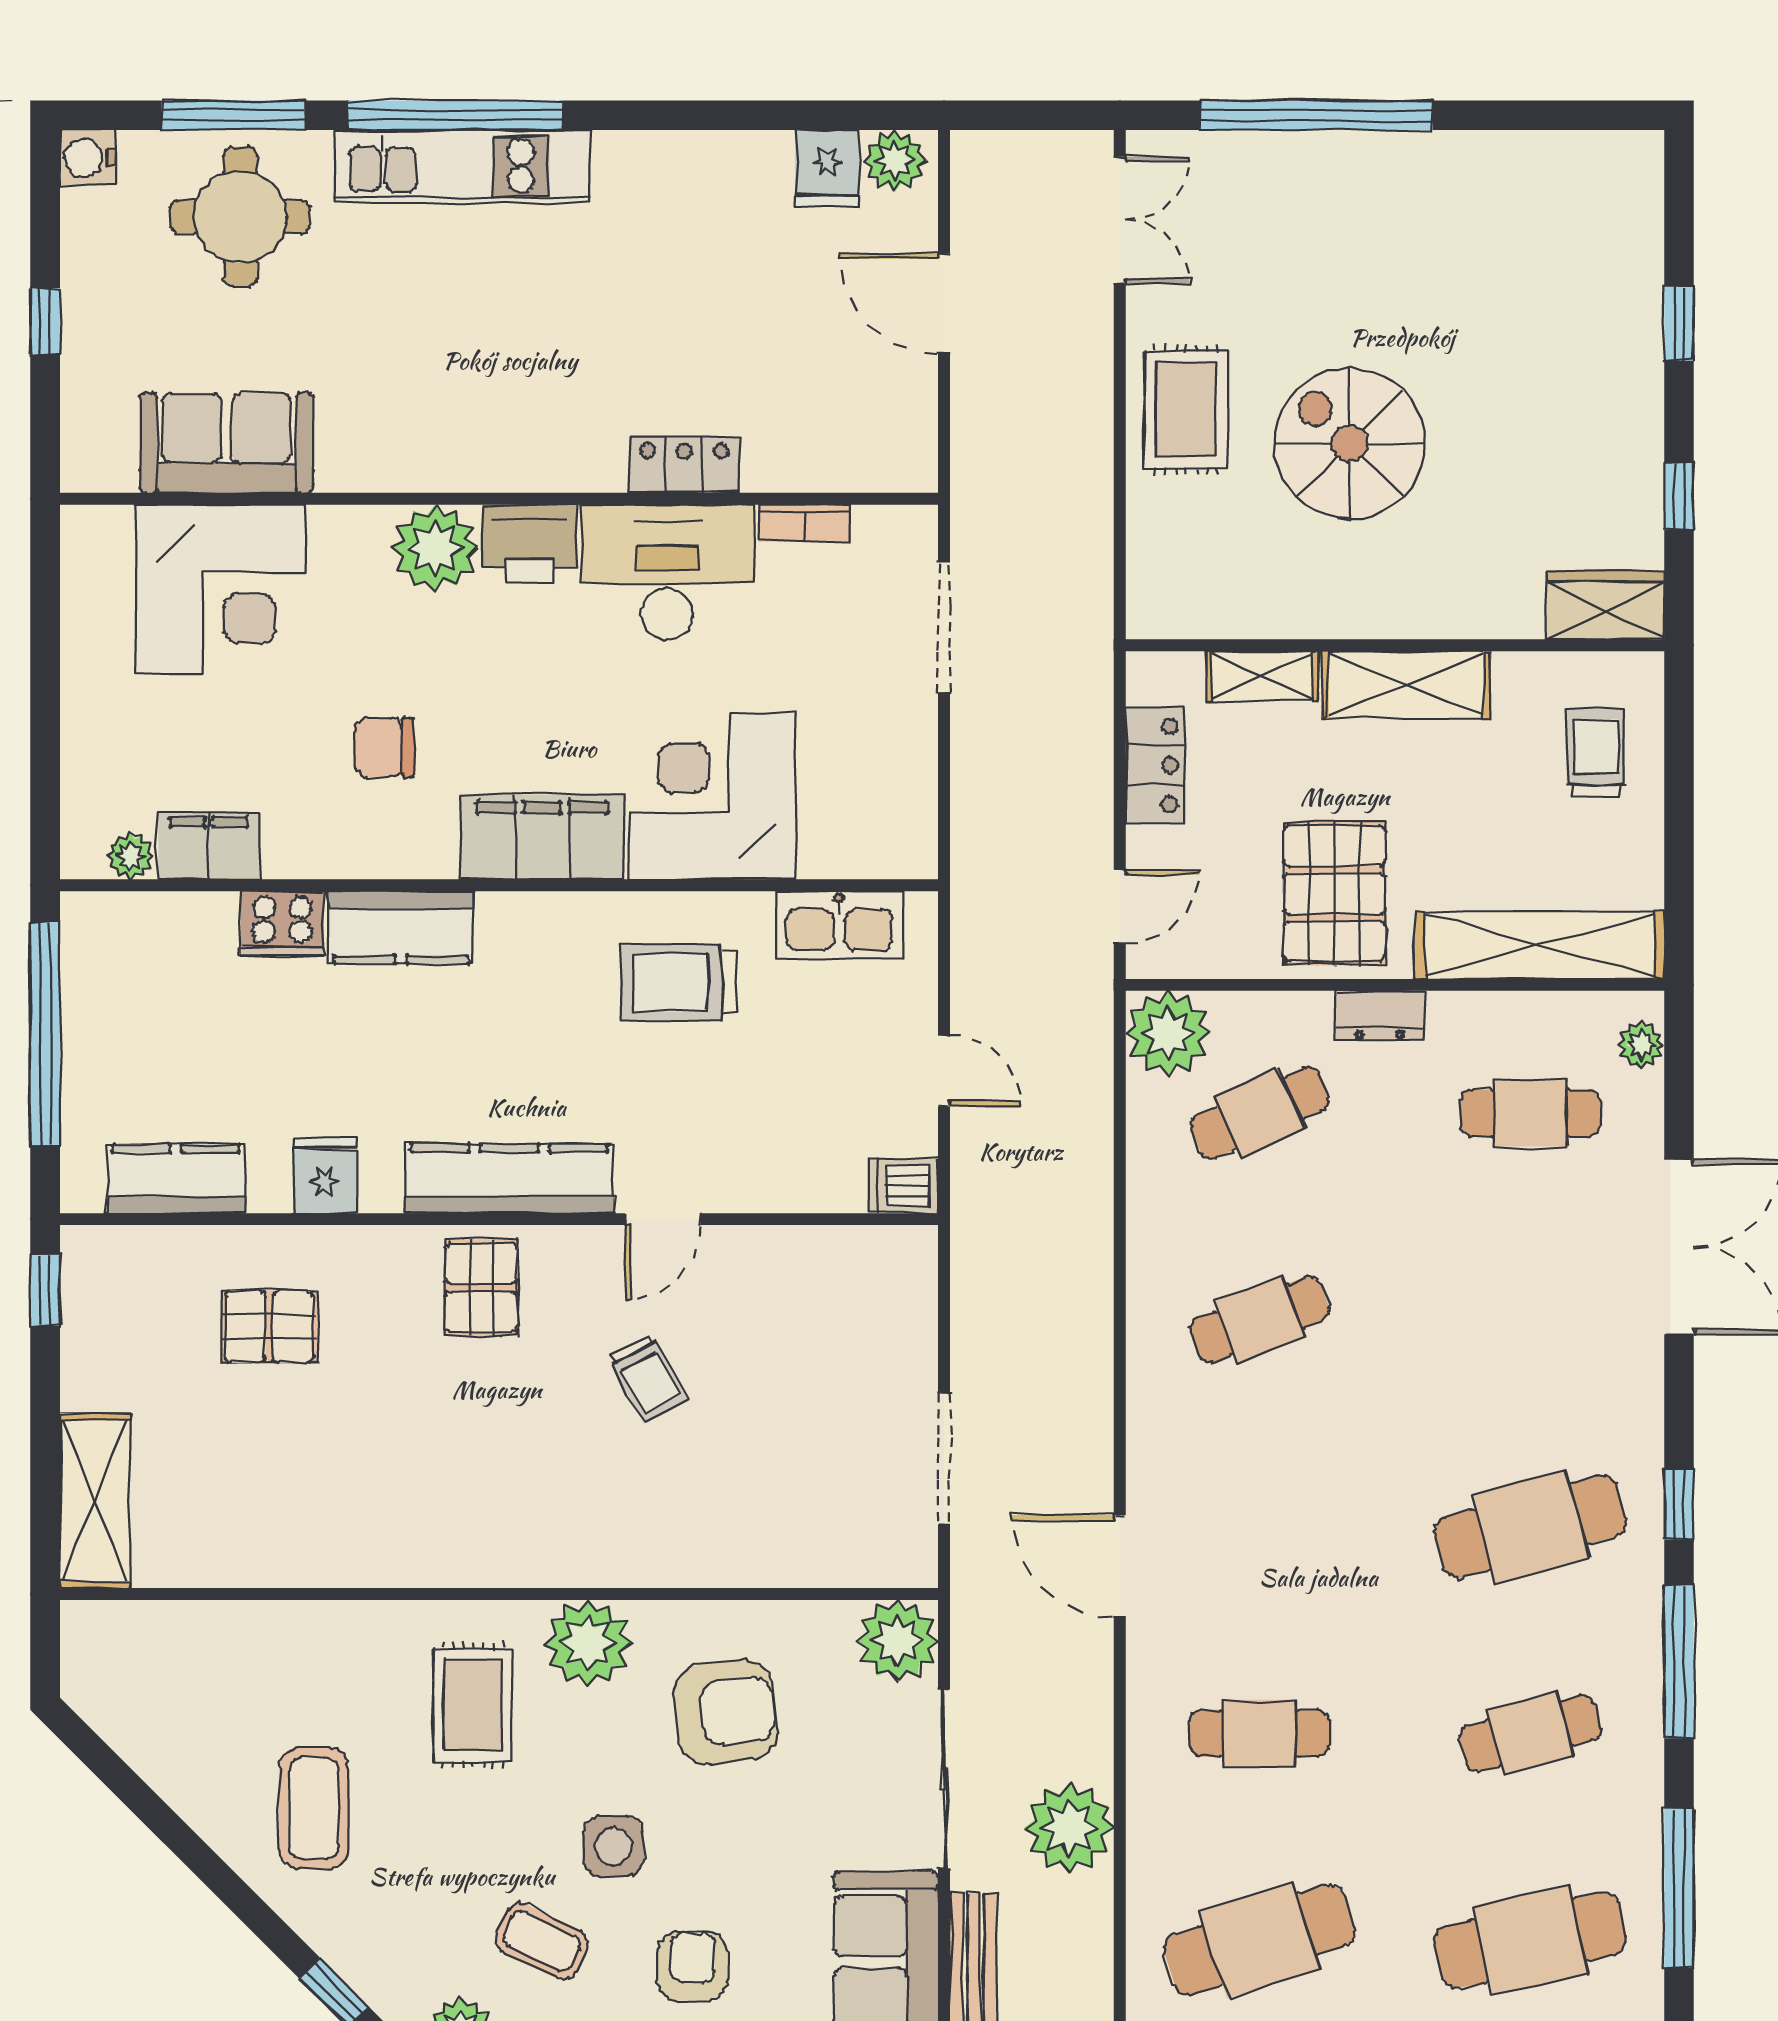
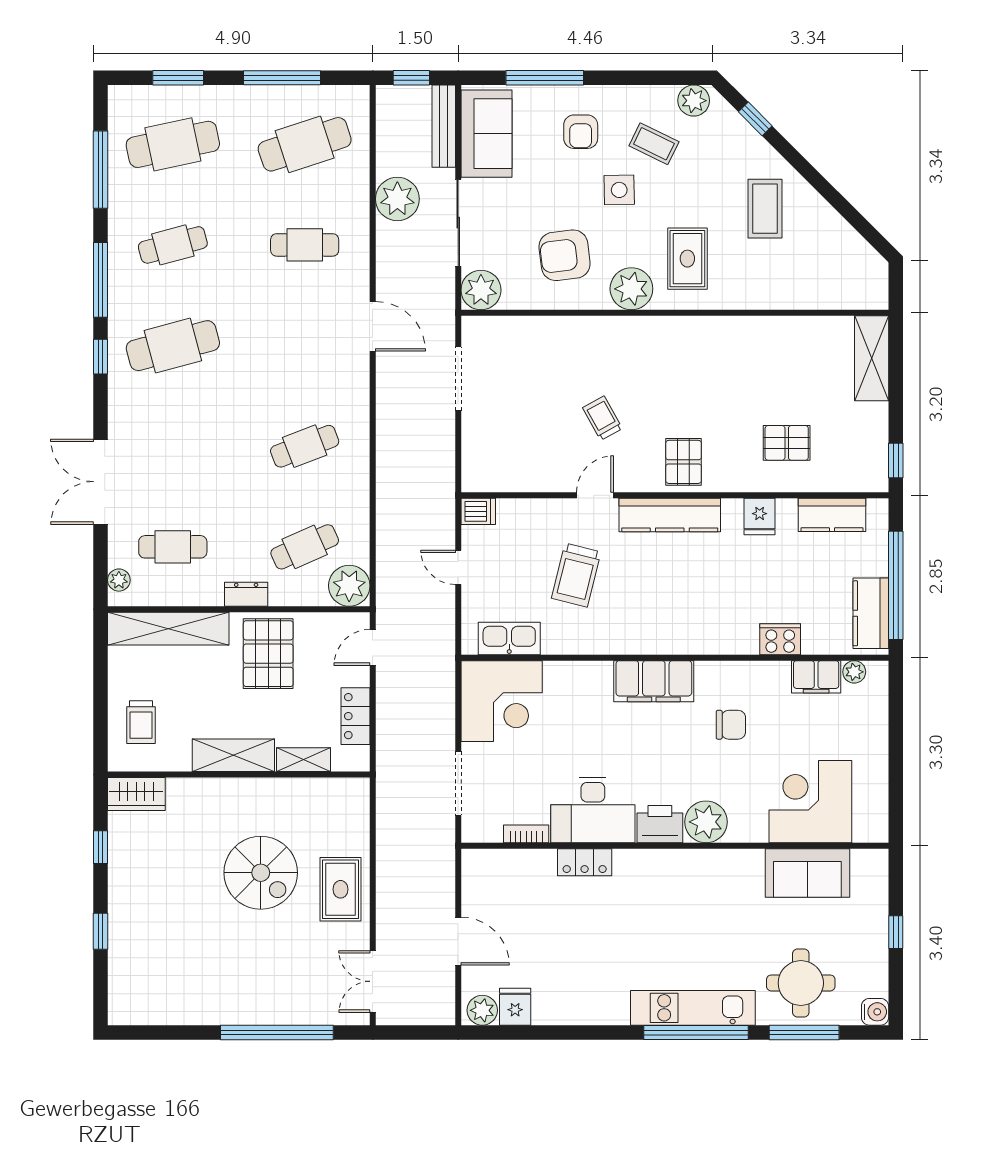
corner desk: (712, 796) -> (502, 701), moved
kitchen counter: (401, 927) -> (871, 613), moved, turned -90
trolley: (679, 982) -> (576, 575), moved, turned 104

